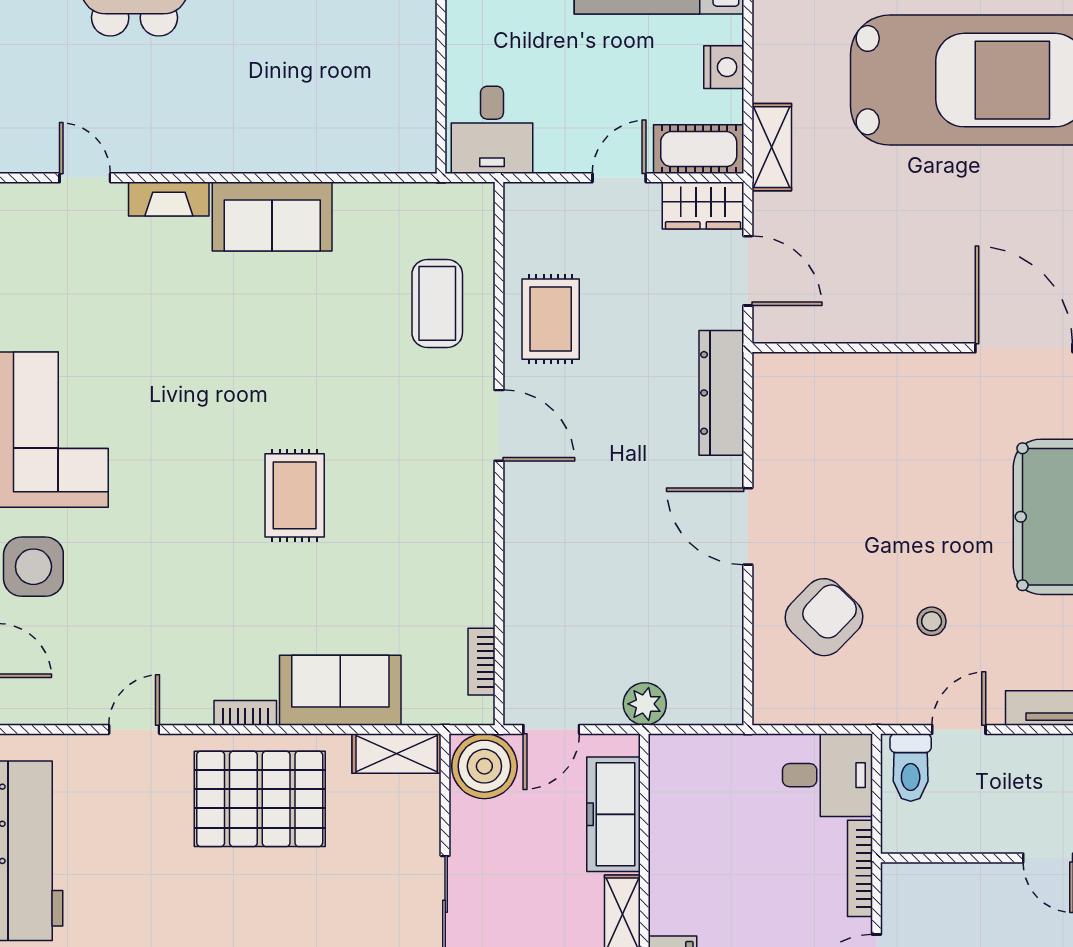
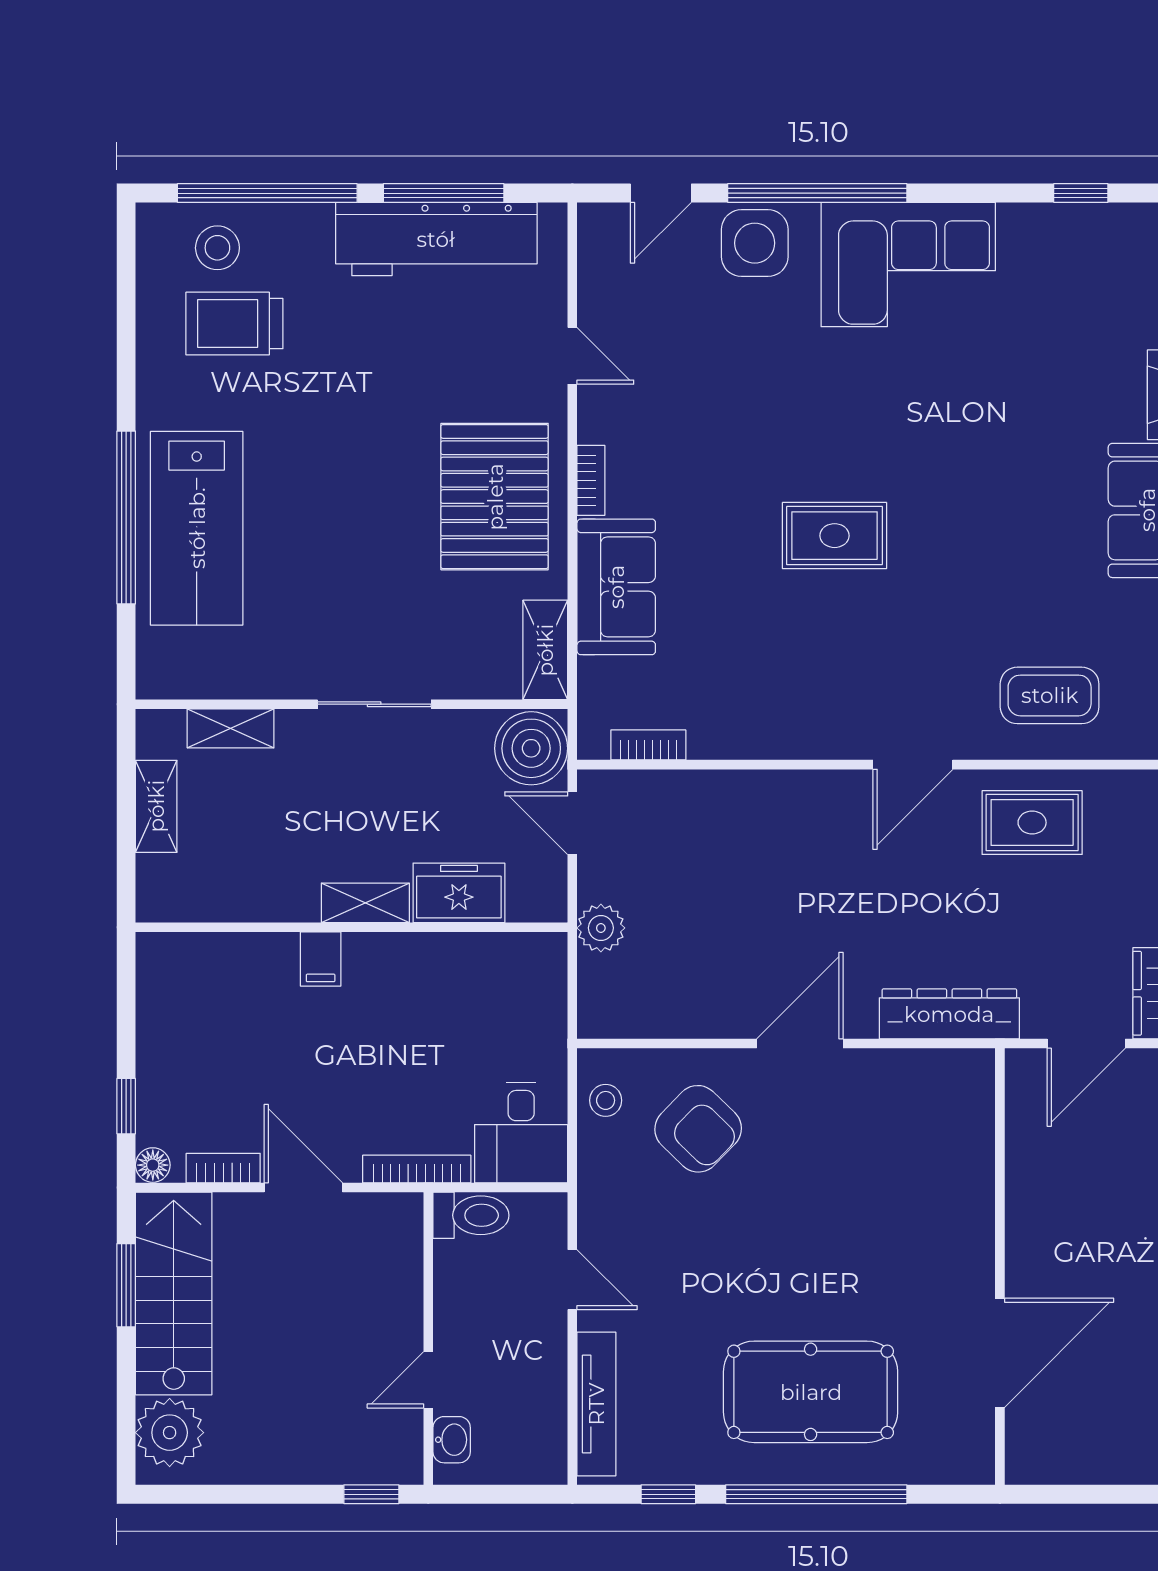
stool: (932, 621) -> (606, 1100), moved
toilet: (911, 767) -> (471, 1215), moved, turned 180
freezer: (613, 814) -> (459, 893), width x0.71

